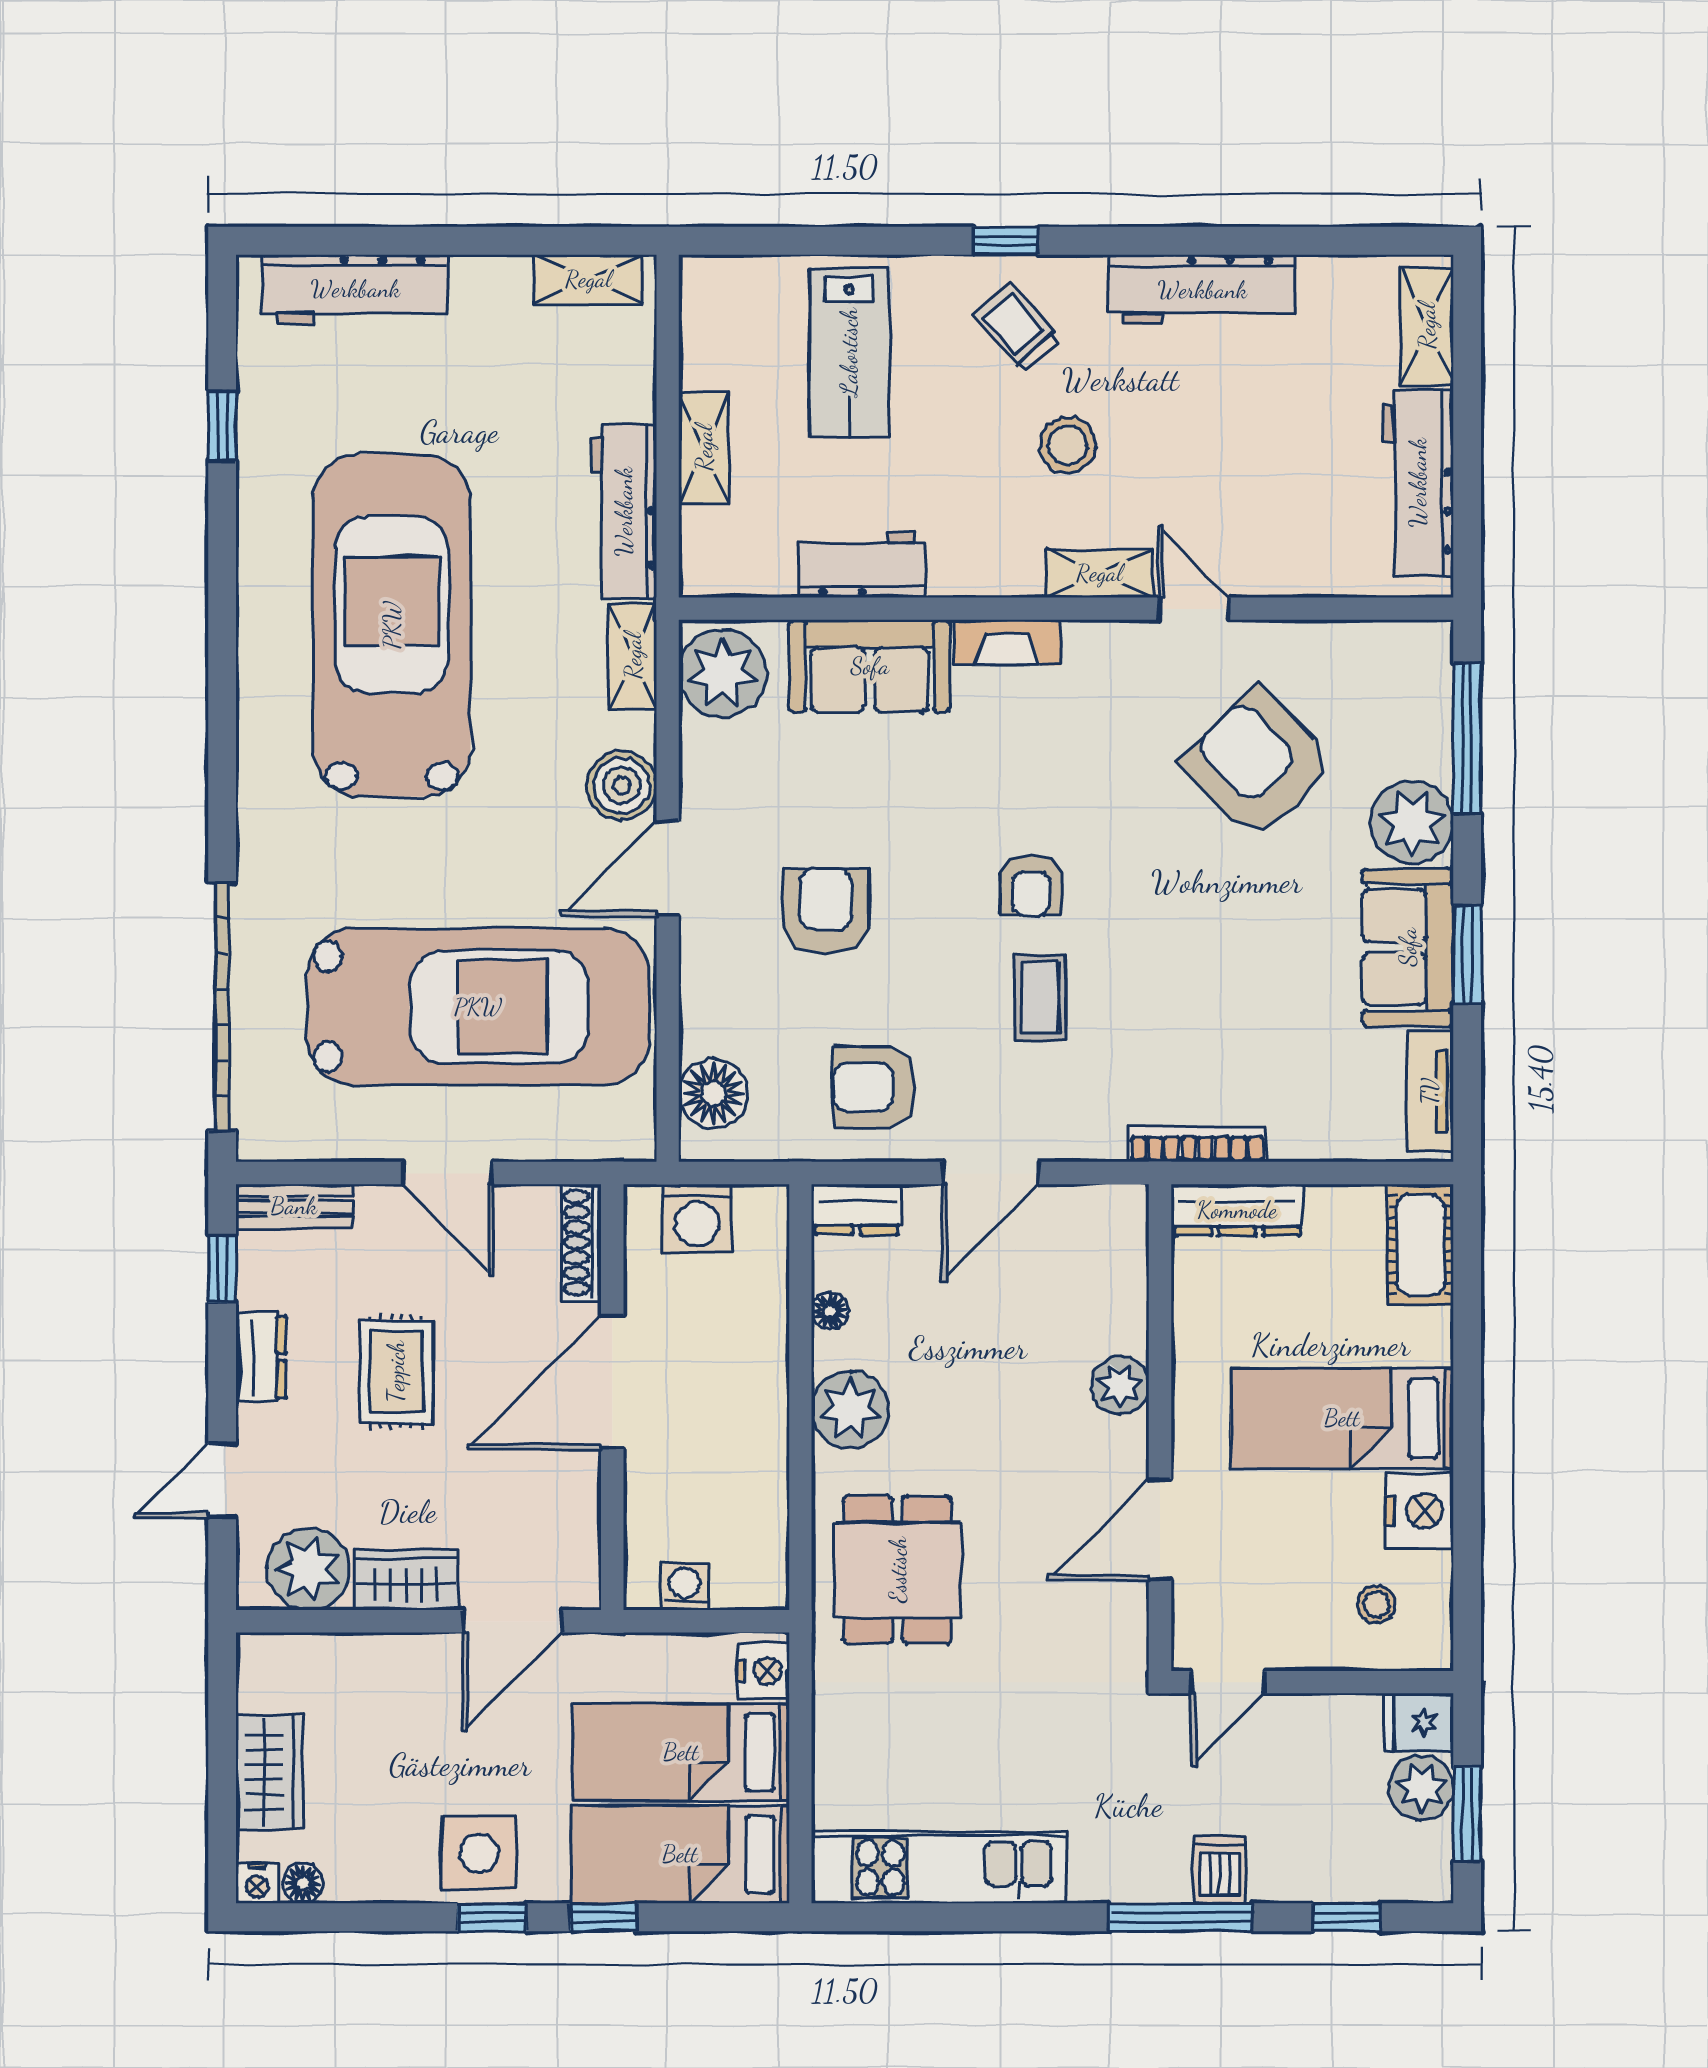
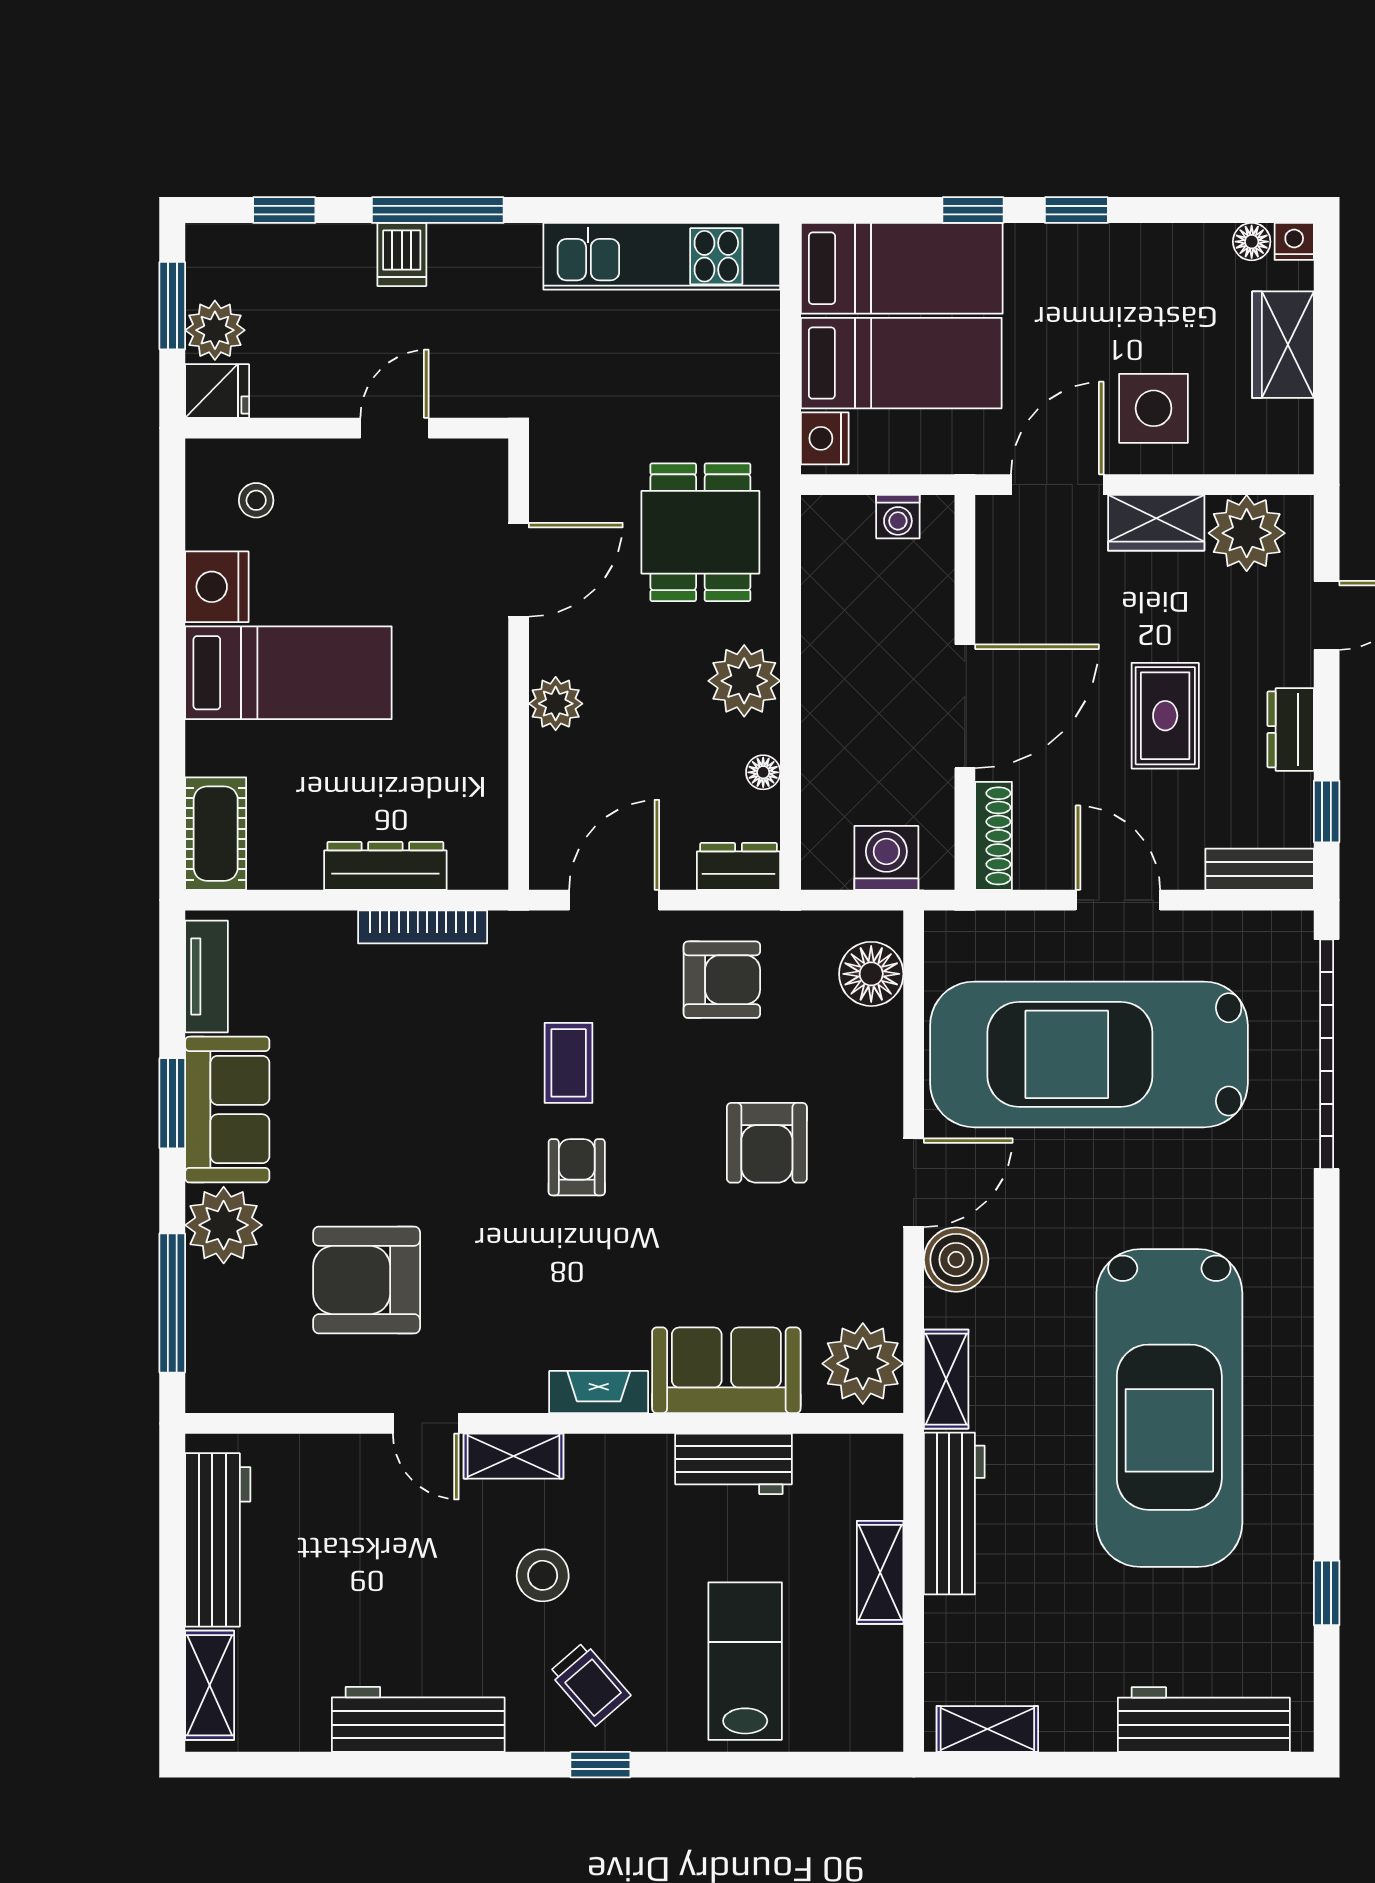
armchair: (1258, 763) -> (367, 1280), turned 134
plant: (1120, 1385) -> (556, 704), moved
wall: (1160, 1428) -> (519, 664), moved
door: (1160, 1529) -> (519, 570), moved
side table: (479, 1853) -> (1154, 408), moved

